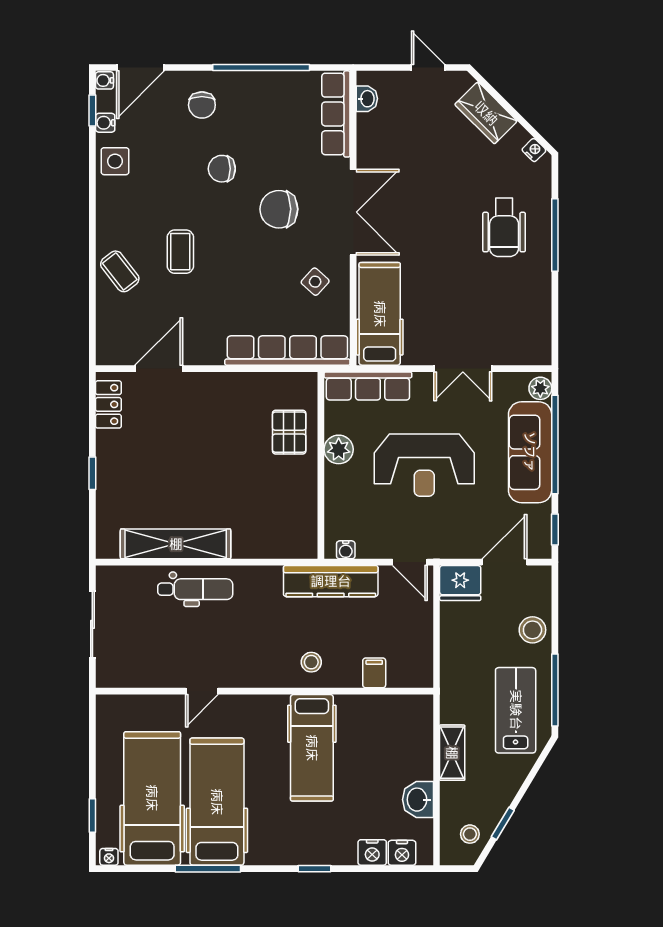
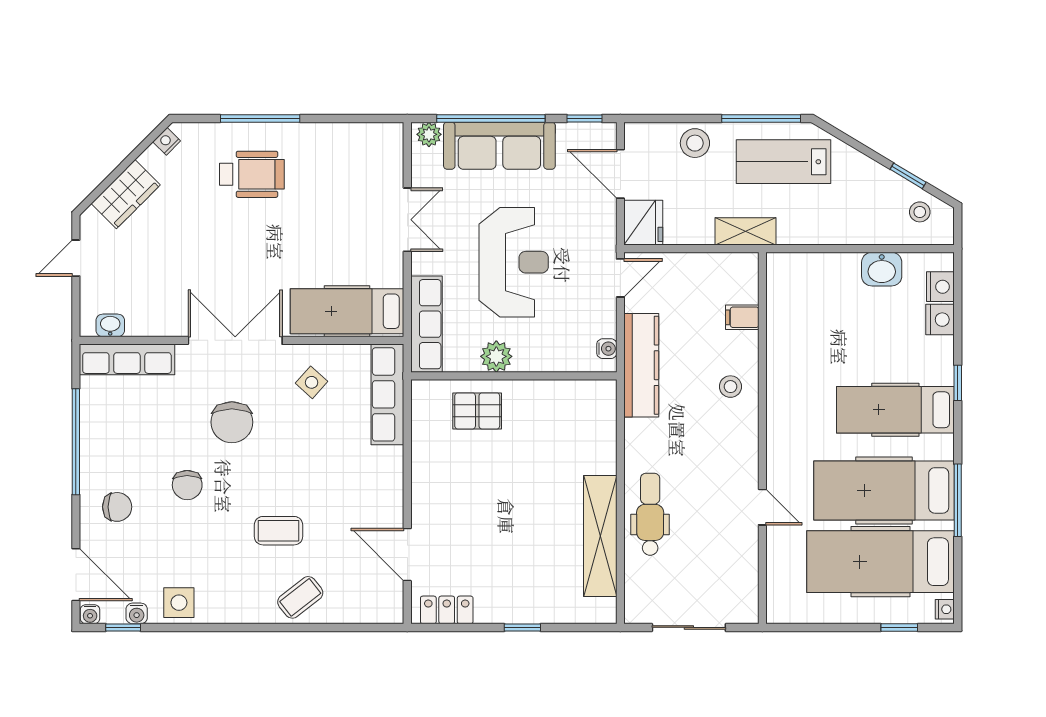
row of seats: (287, 351) -> (387, 394), width x0.73
hospital bed: (312, 748) -> (895, 410), moved, turned 180
shelving: (452, 753) -> (745, 231), moved

